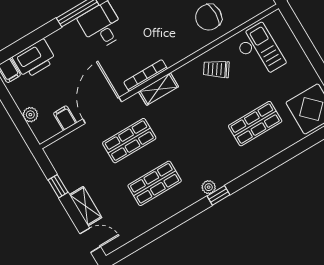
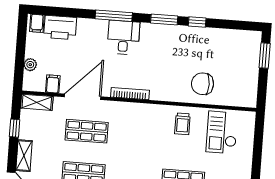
checkout: (260, 51) -> (222, 132), turned 180
trolley: (216, 69) -> (182, 124), turned -124
shelving: (158, 89) -> (37, 102), moved

